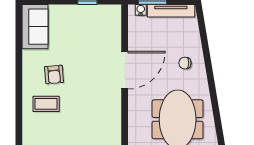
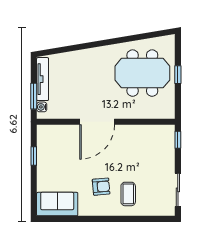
chair: (185, 63) -> (91, 66), removed
door: (125, 70) -> (97, 122), swing flipped

